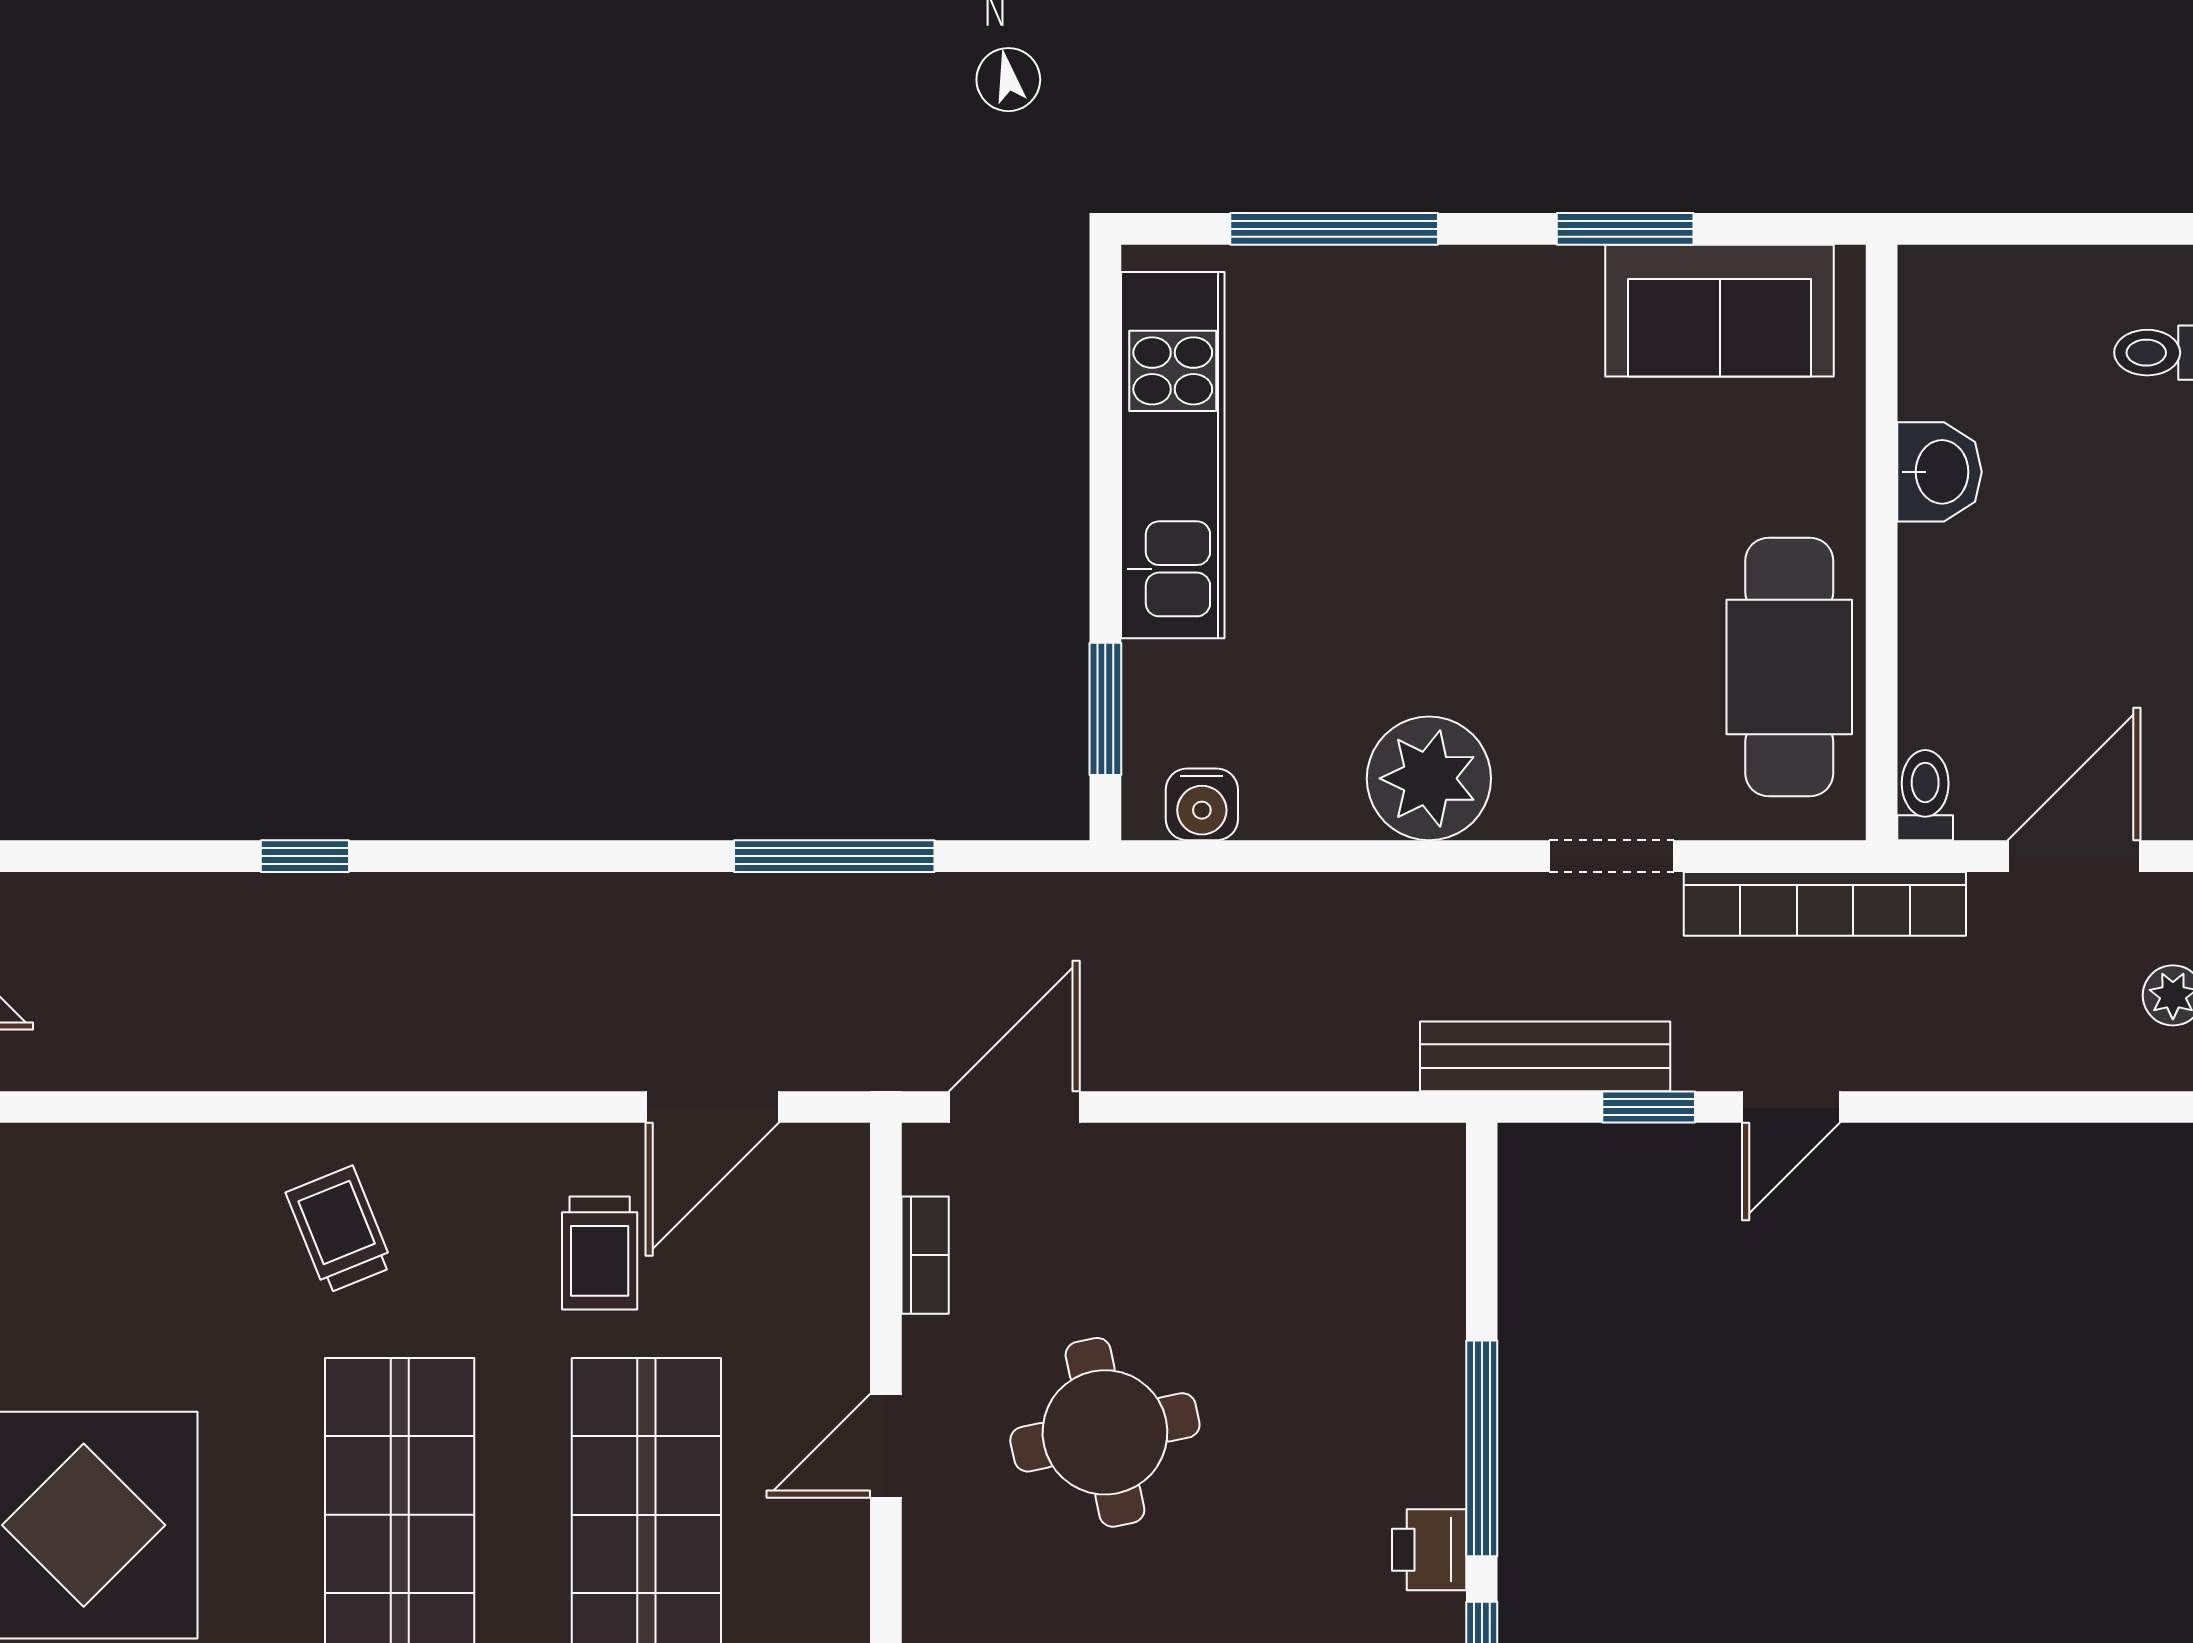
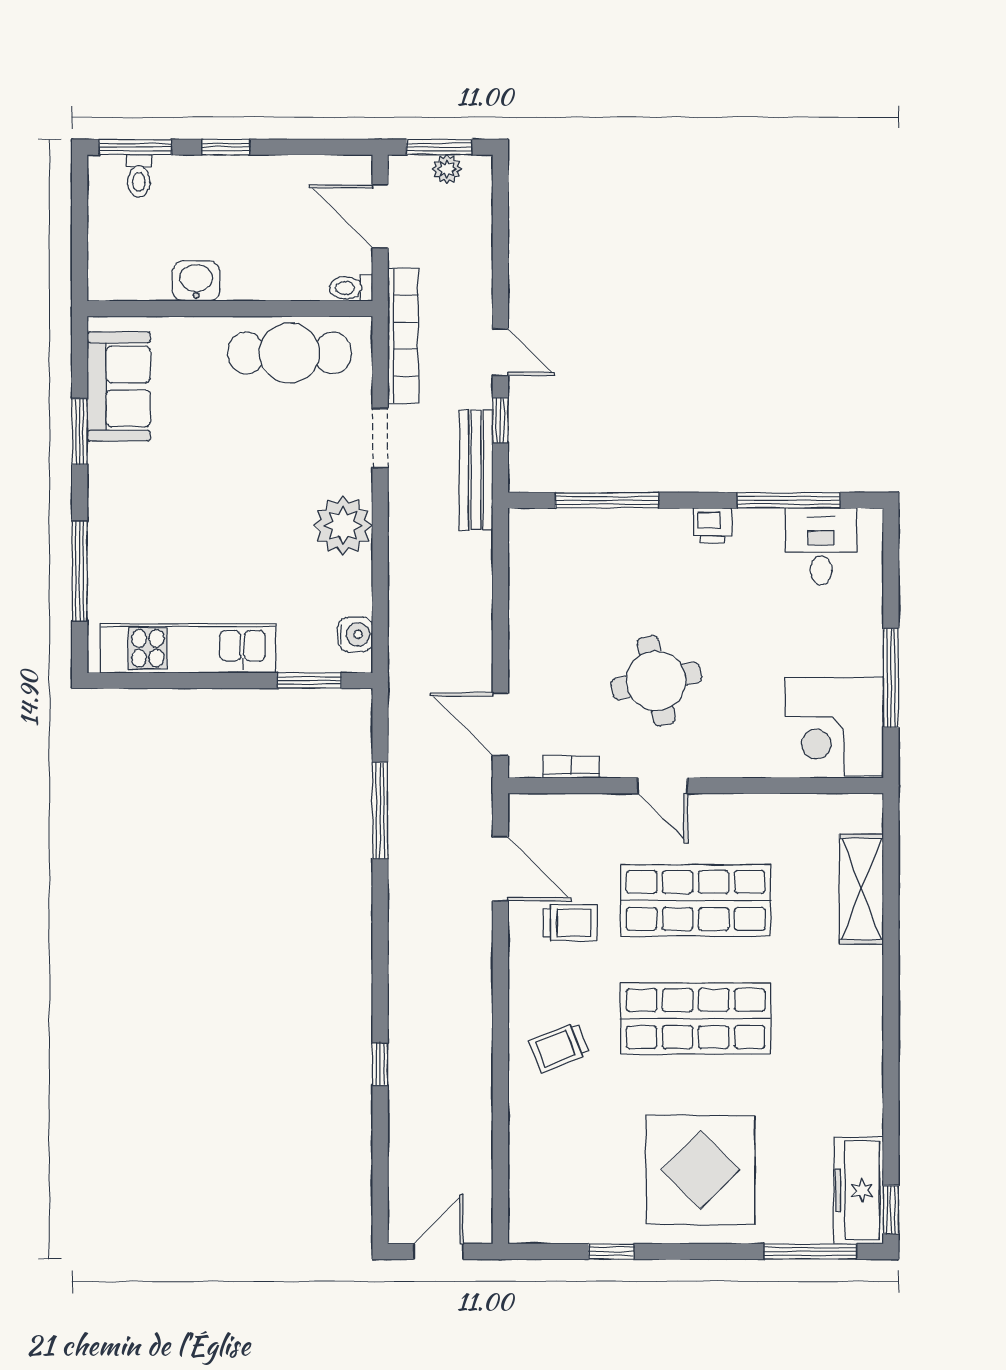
window: (1482, 1448) -> (607, 500), moved

